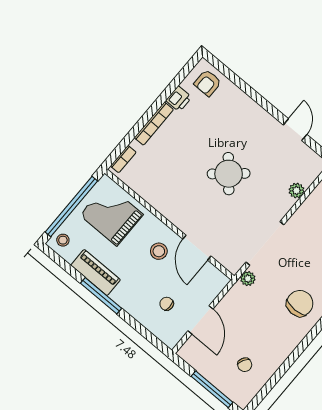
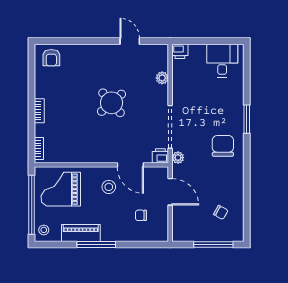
printer: (179, 99) -> (160, 156), moved, turned -90
bookcase: (154, 124) -> (39, 111), width x0.64
door: (201, 320) -> (170, 192), moved

